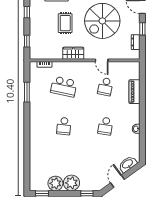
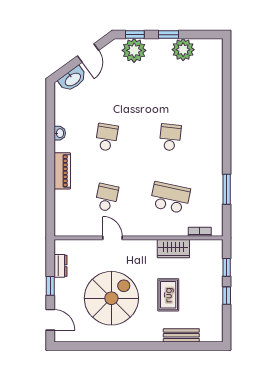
window: (27, 12) -> (227, 296), moved
wardrobe: (73, 53) -> (173, 249), moved
piano: (134, 92) -> (62, 171), moved
plant: (71, 183) -> (134, 50), moved
window: (42, 193) -> (169, 35), moved

